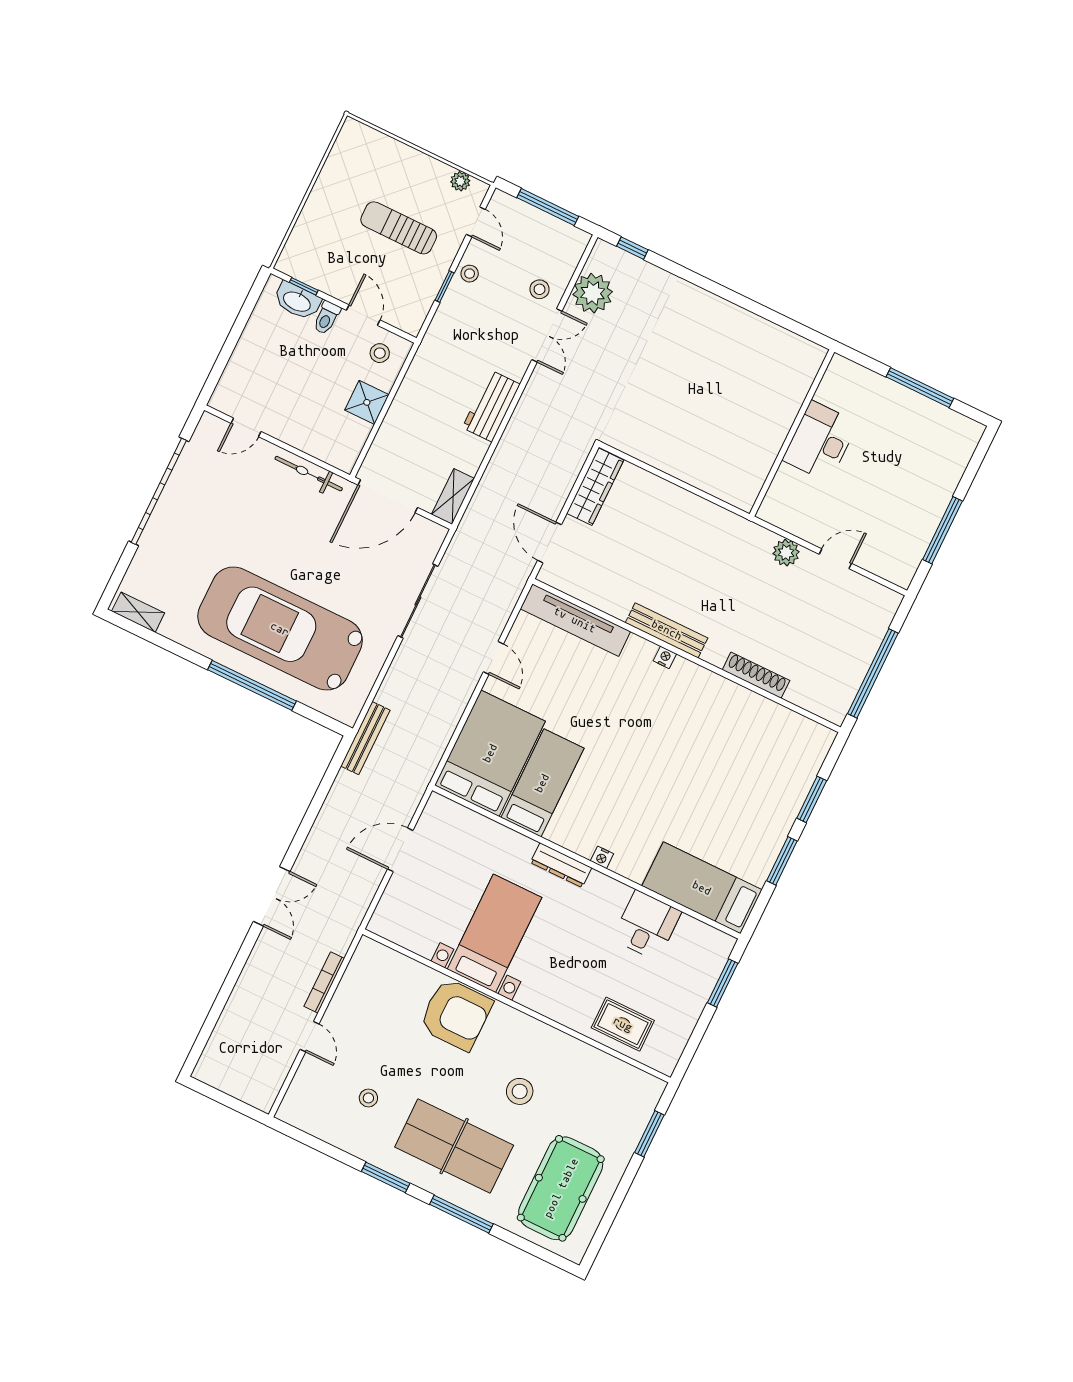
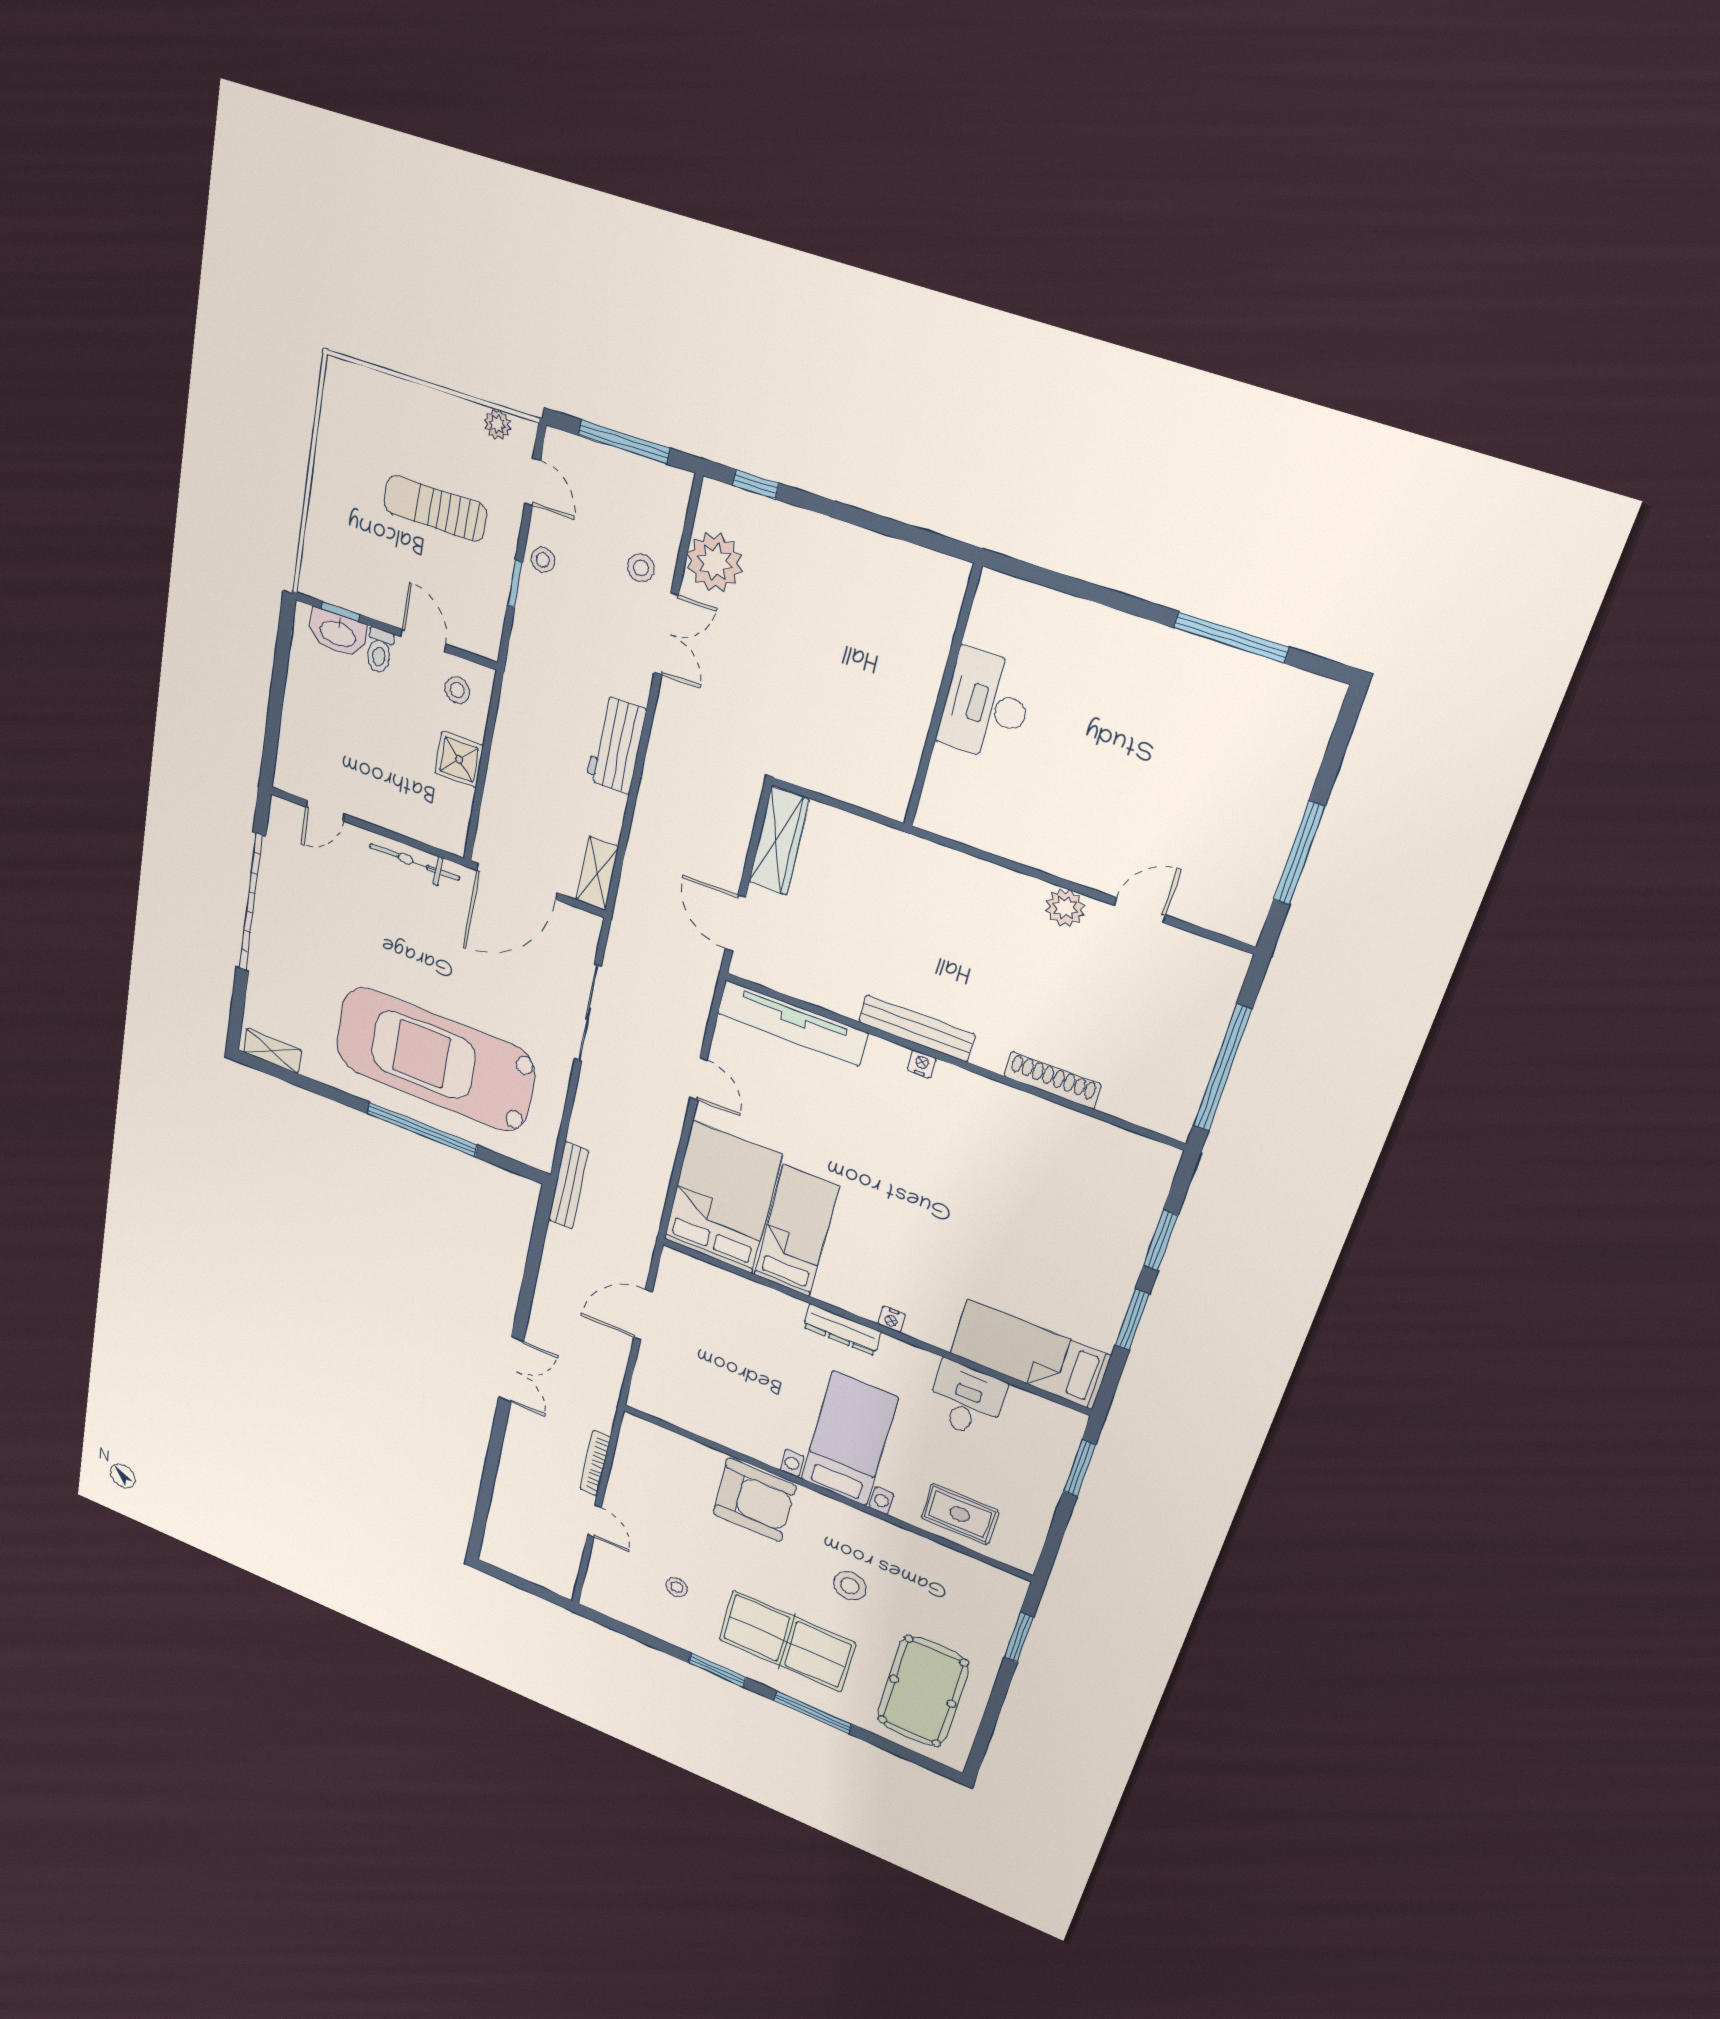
wall: (792, 433) -> (942, 698), moved
desk: (820, 441) -> (986, 705), moved
bed with nightstands: (494, 933) -> (849, 1439), moved

